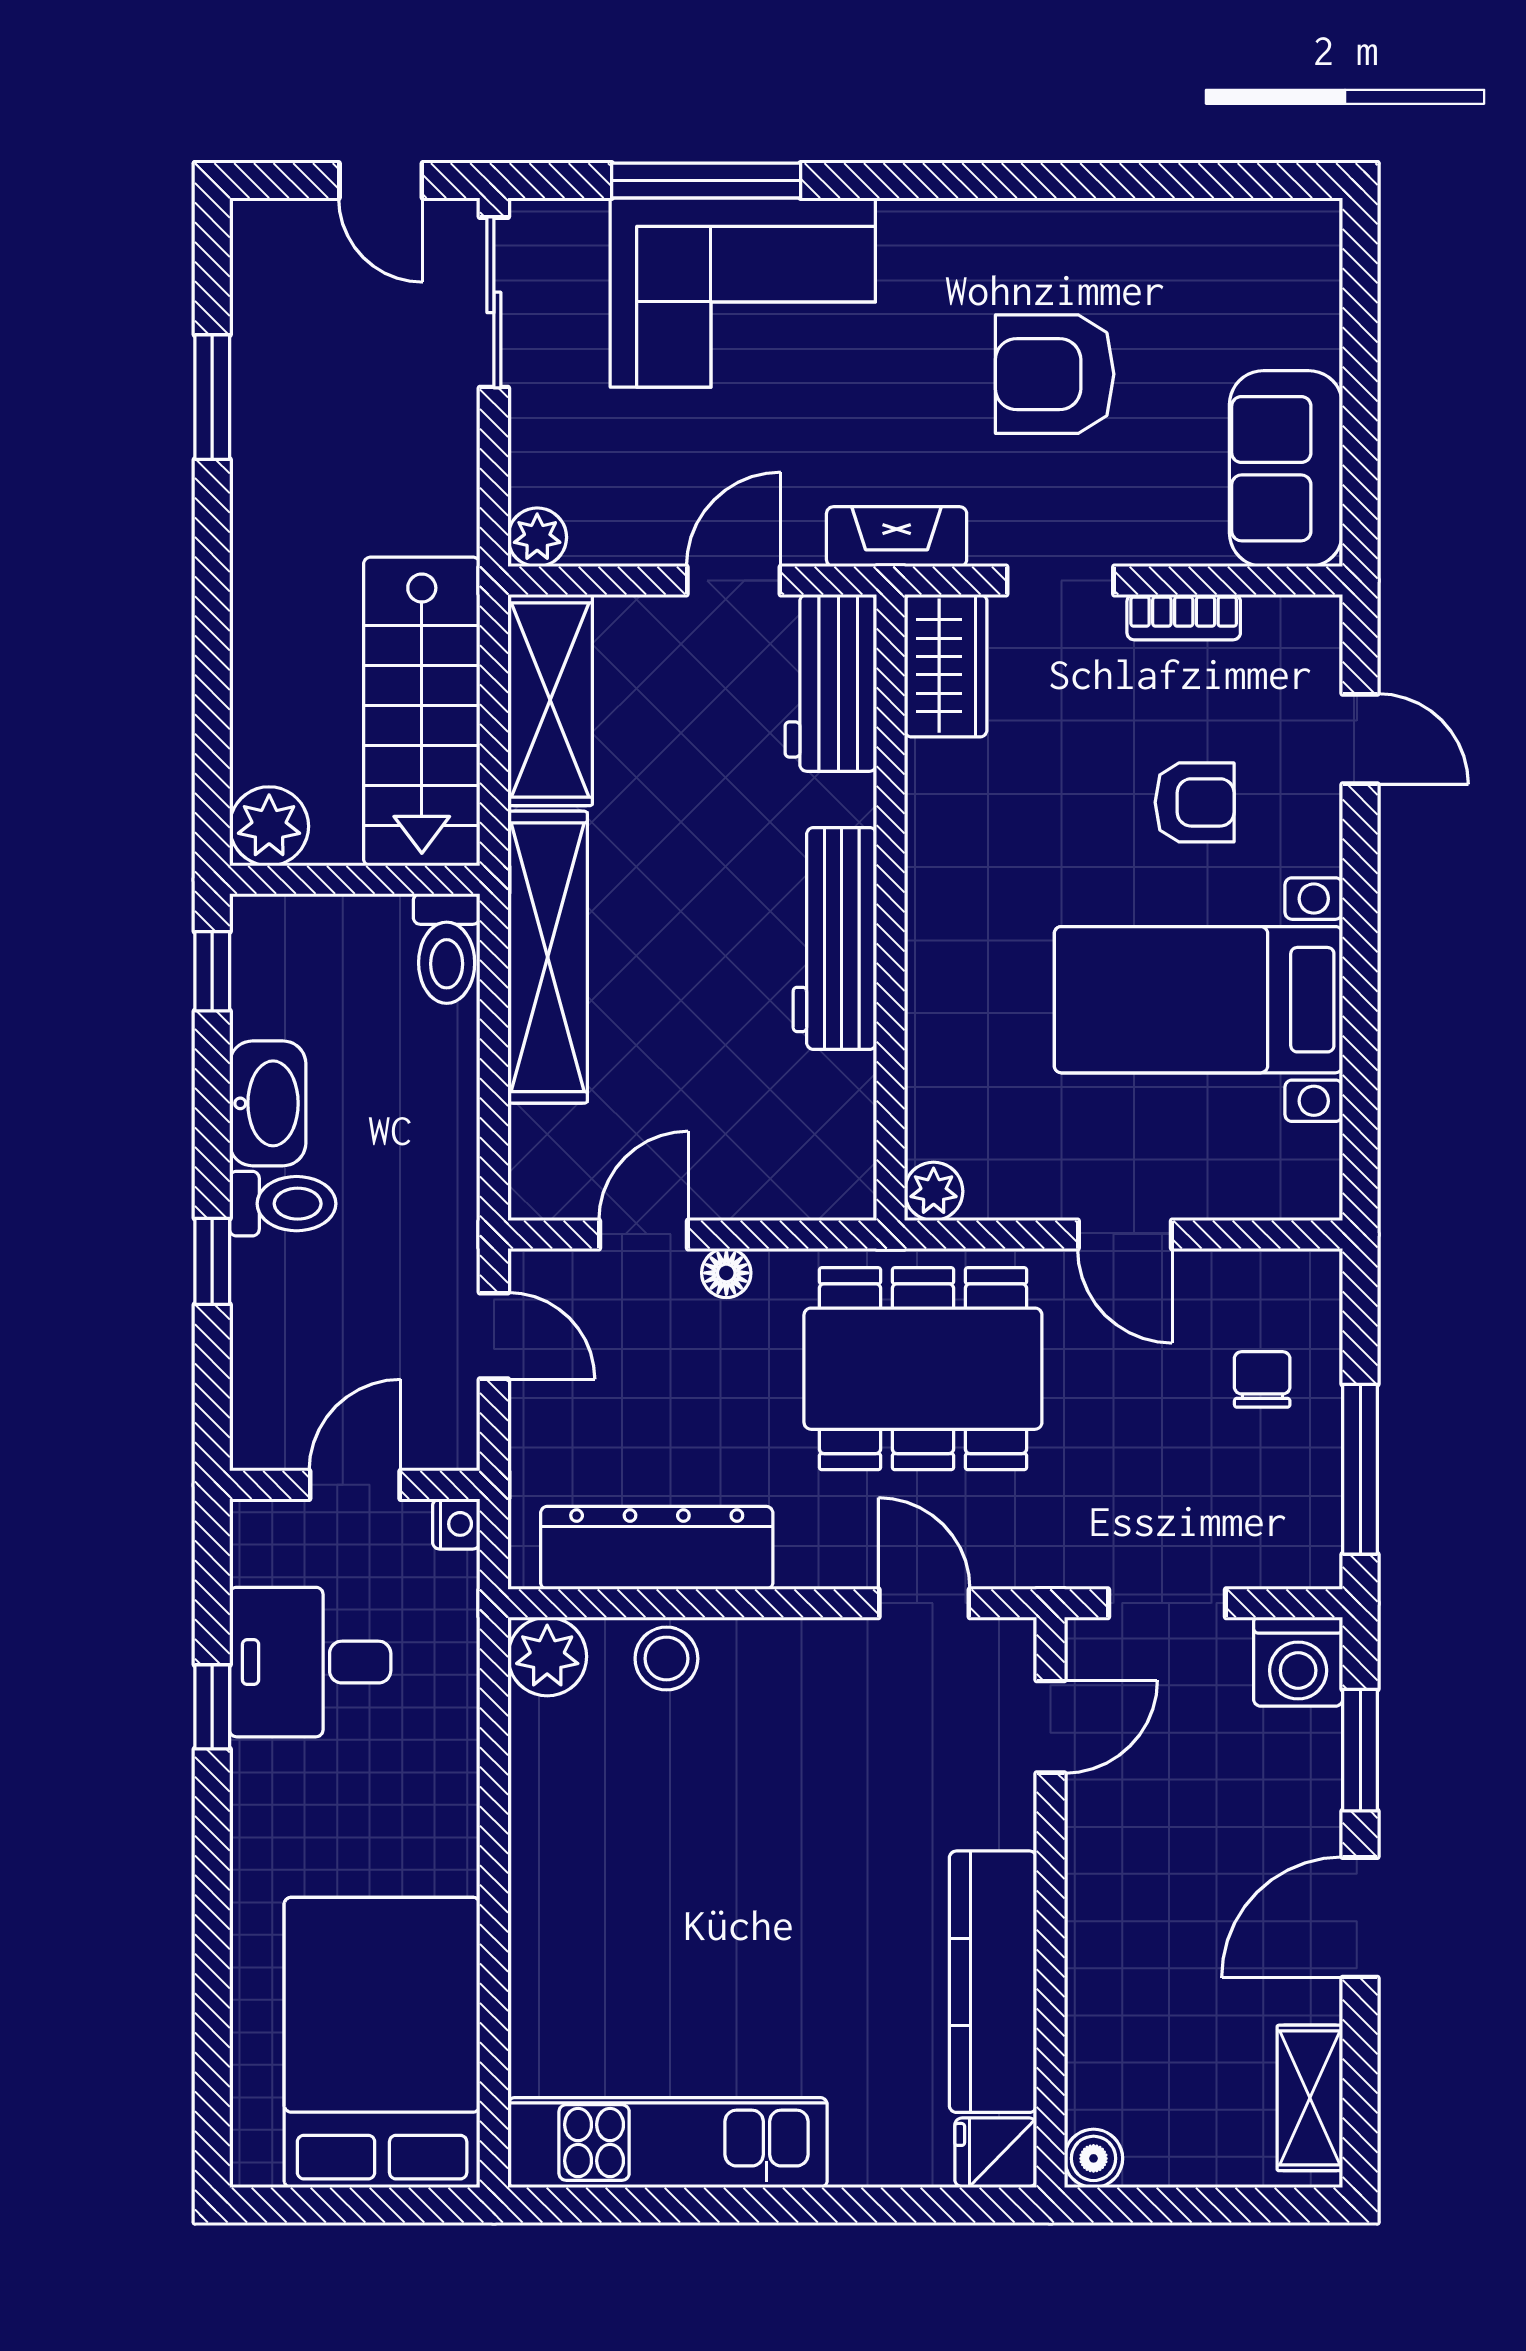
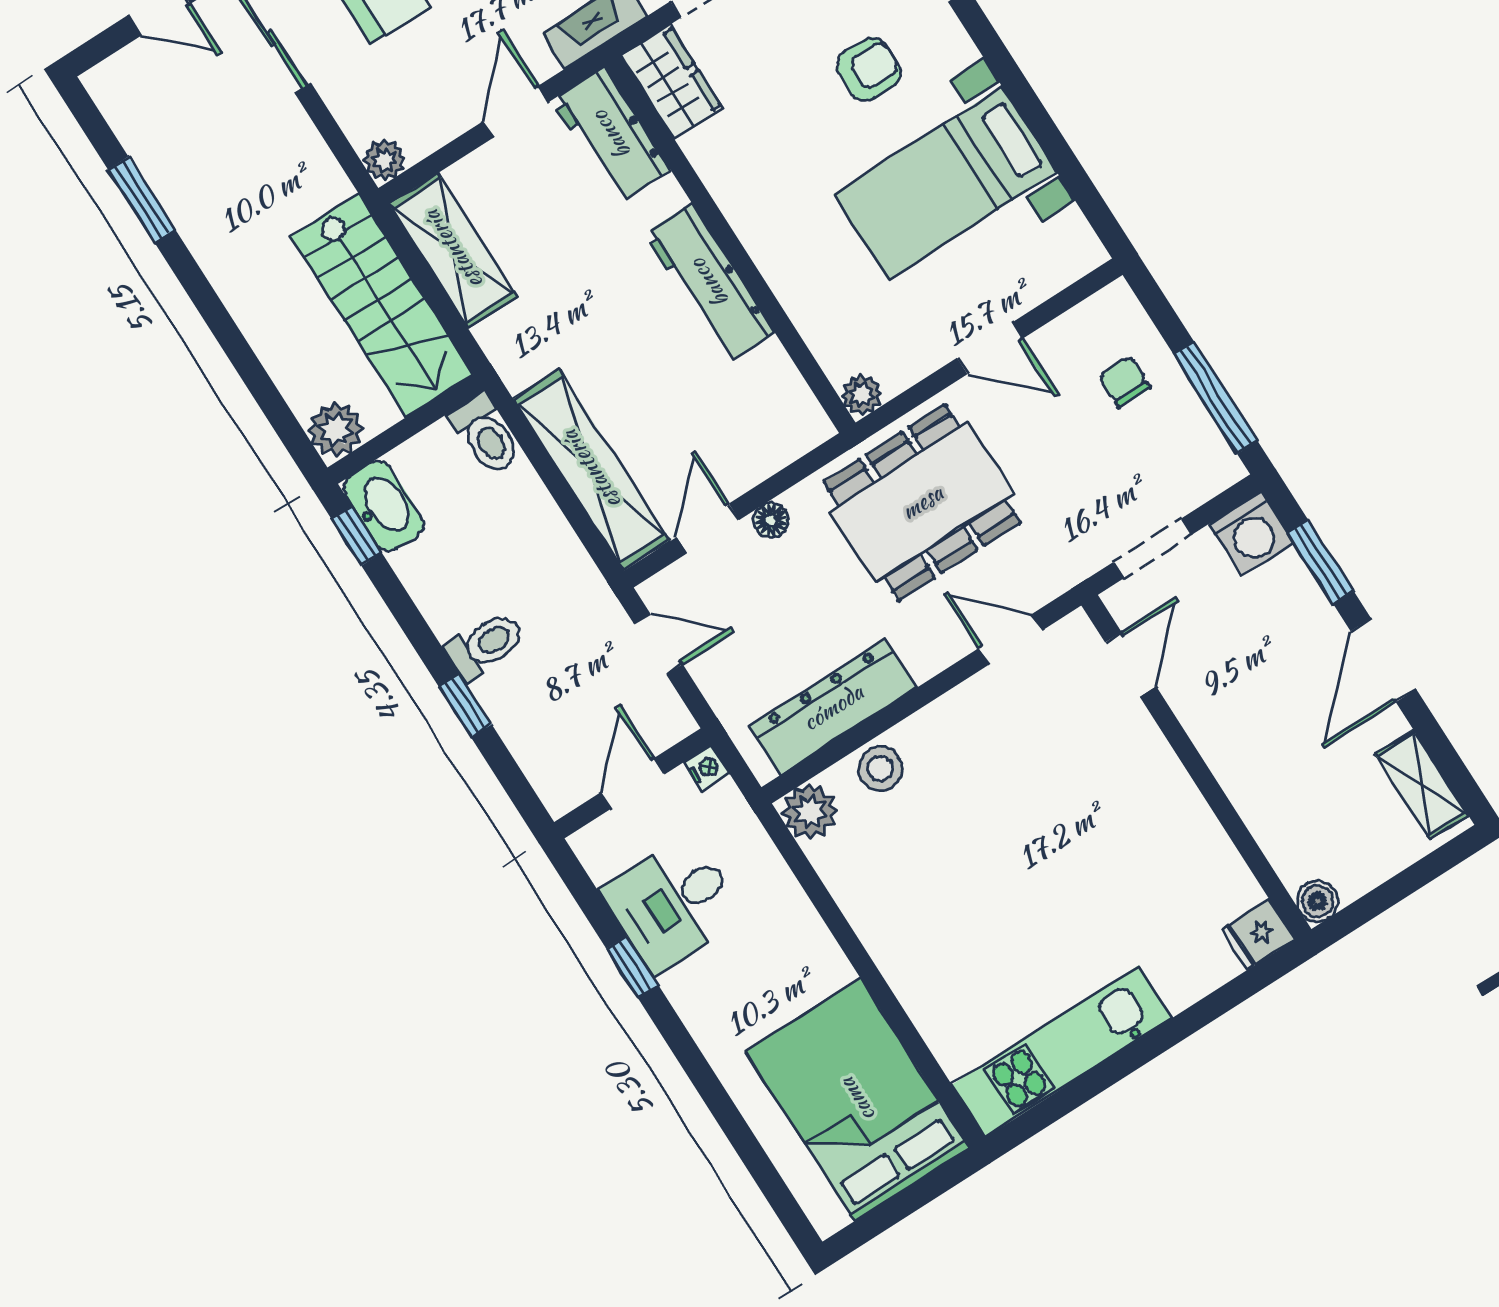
shelving: (548, 957) -> (591, 470), moved
washbasin: (268, 1103) -> (383, 506), moved
kitchen counter: (993, 1982) -> (1192, 835), removed

